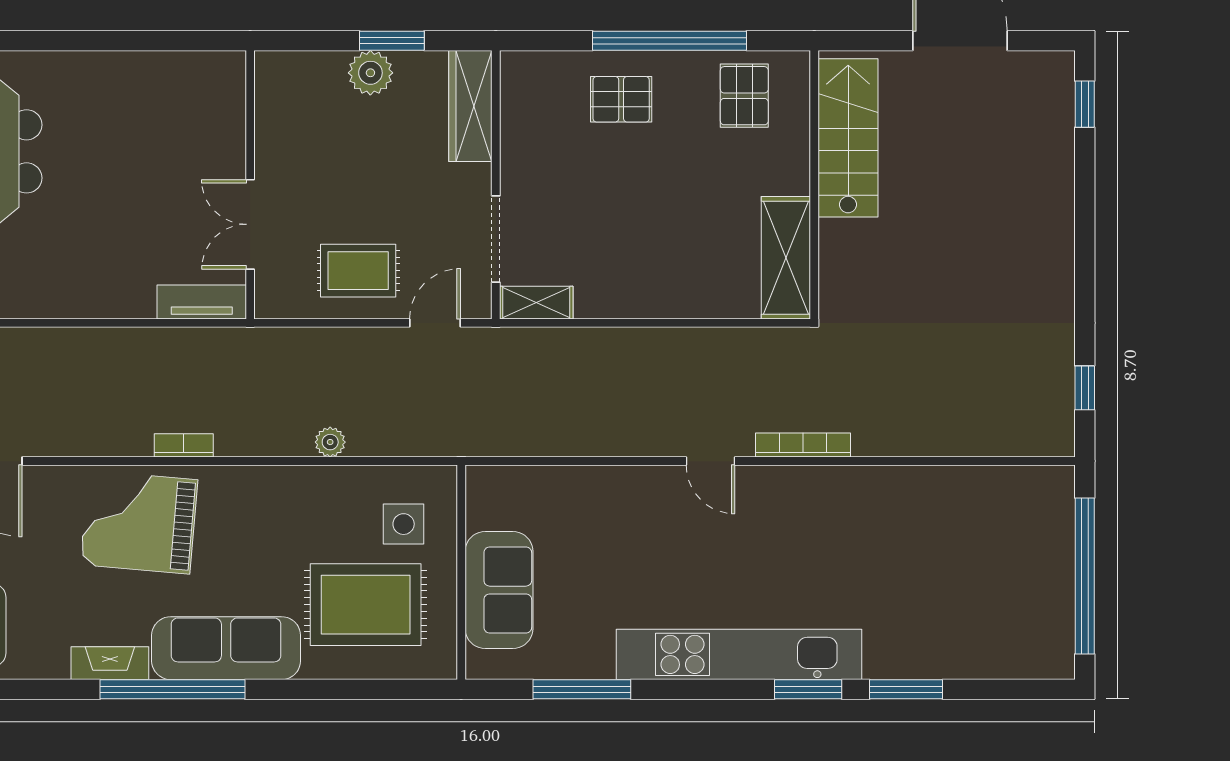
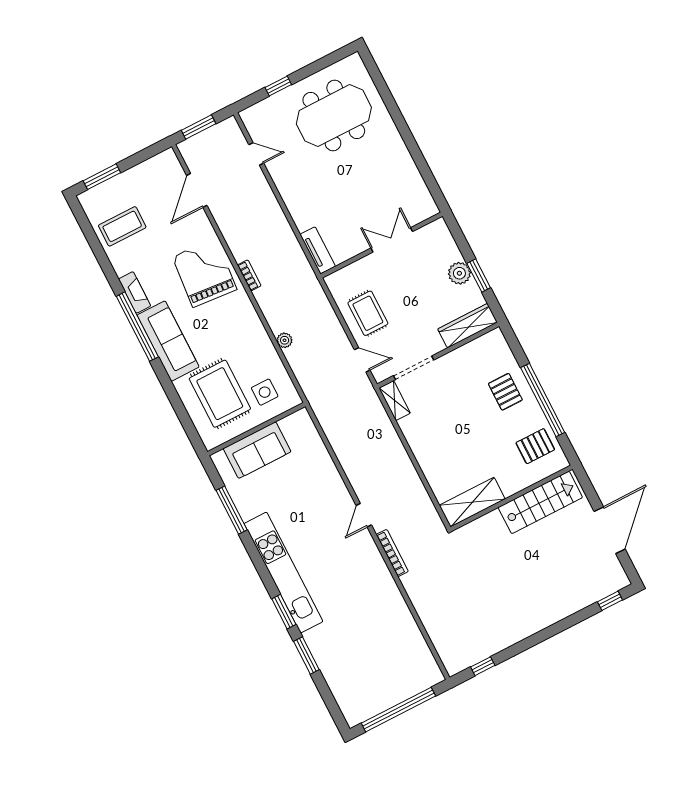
double door: (250, 224) -> (392, 240), moved

